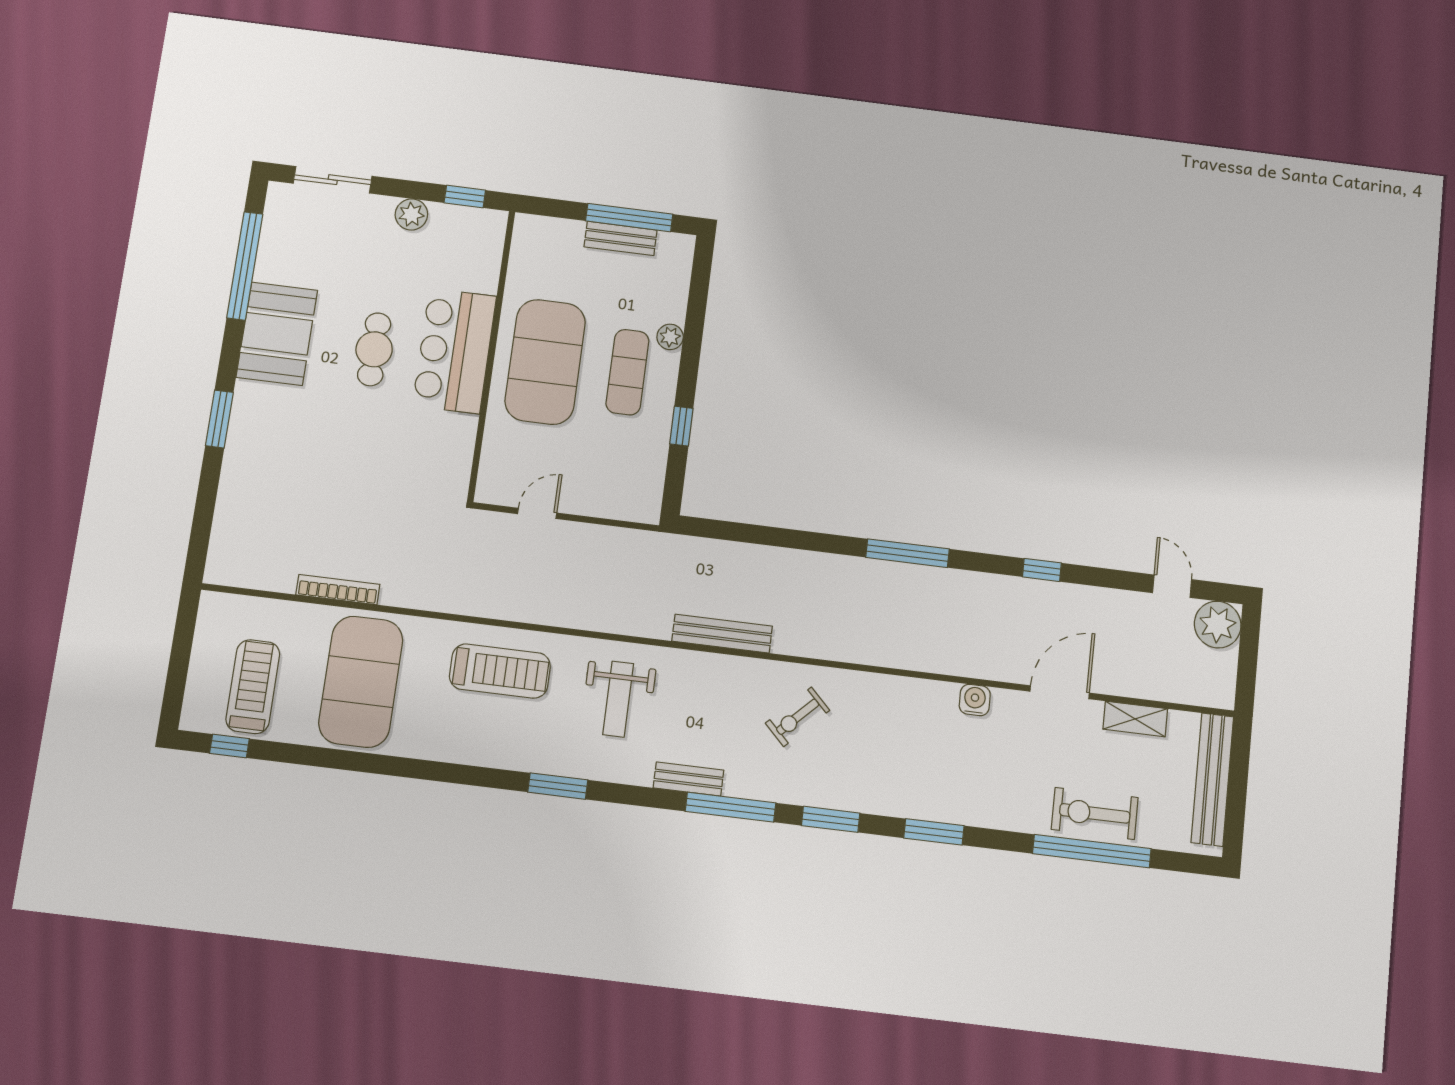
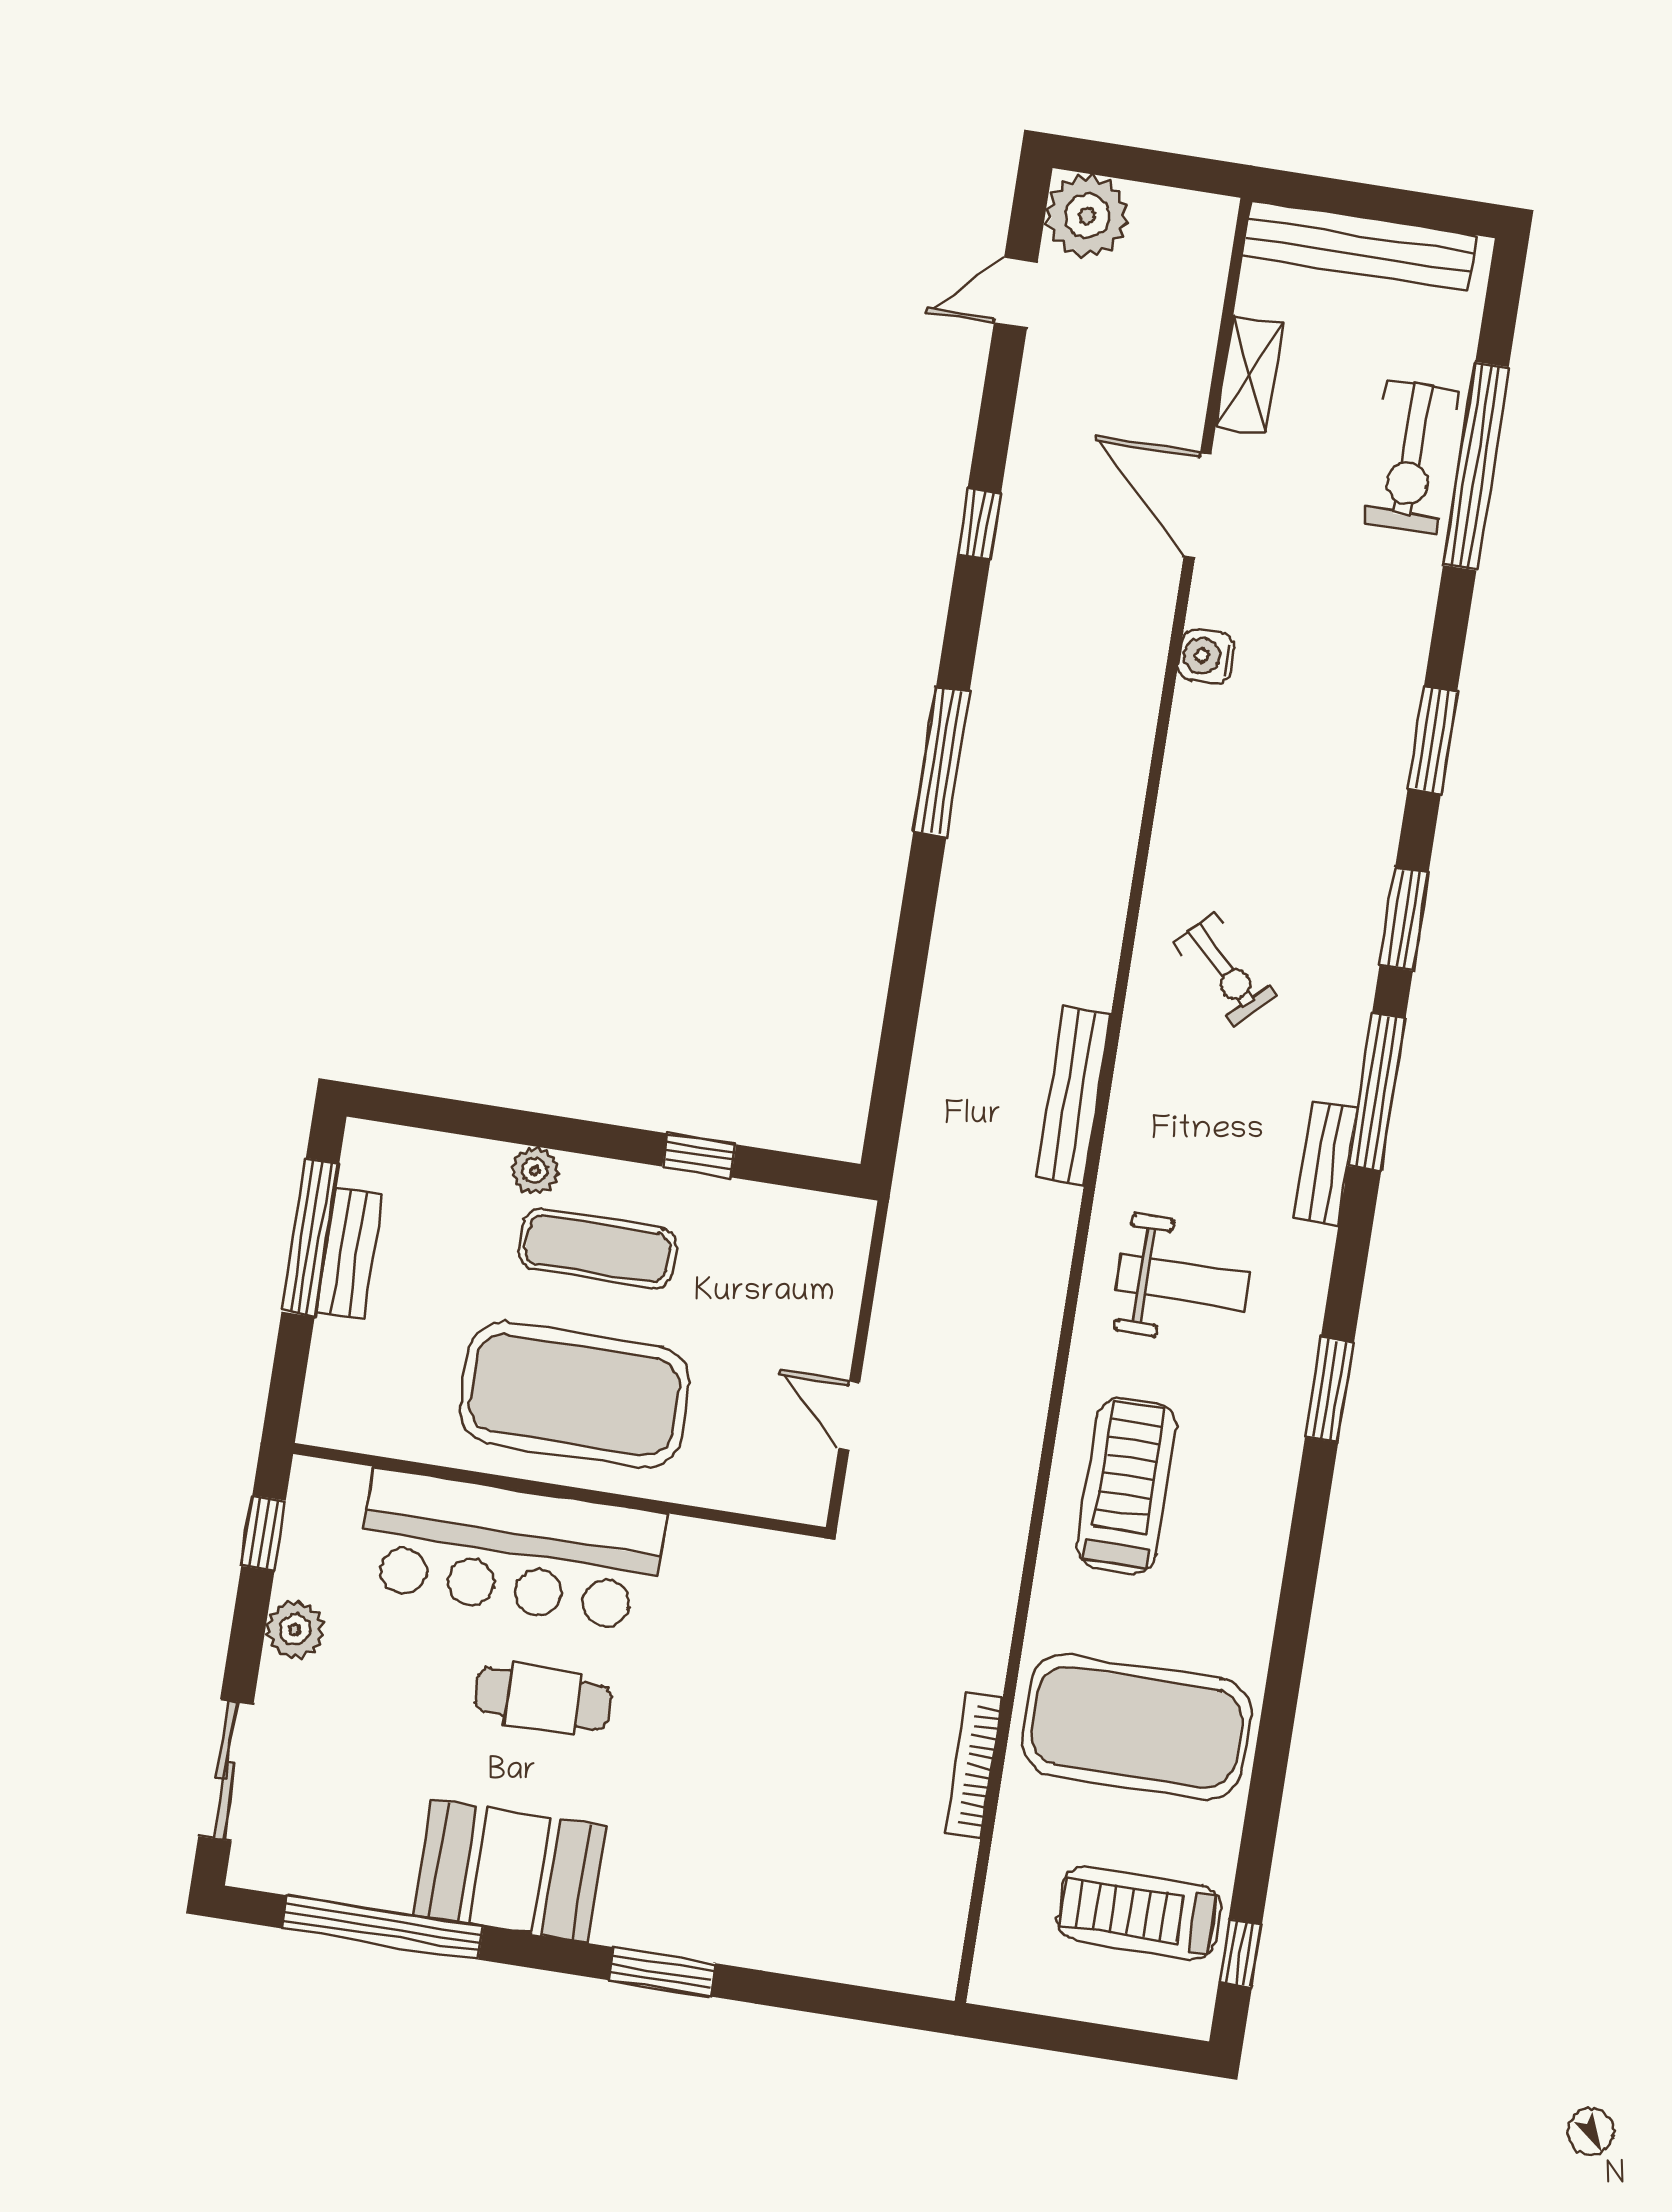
bar counter: (455, 351) -> (511, 1550), width x1.36

